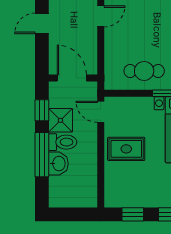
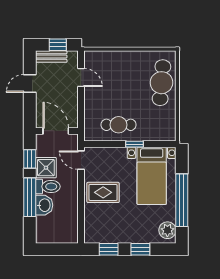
door: (101, 16) -> (81, 77), hinge flipped

